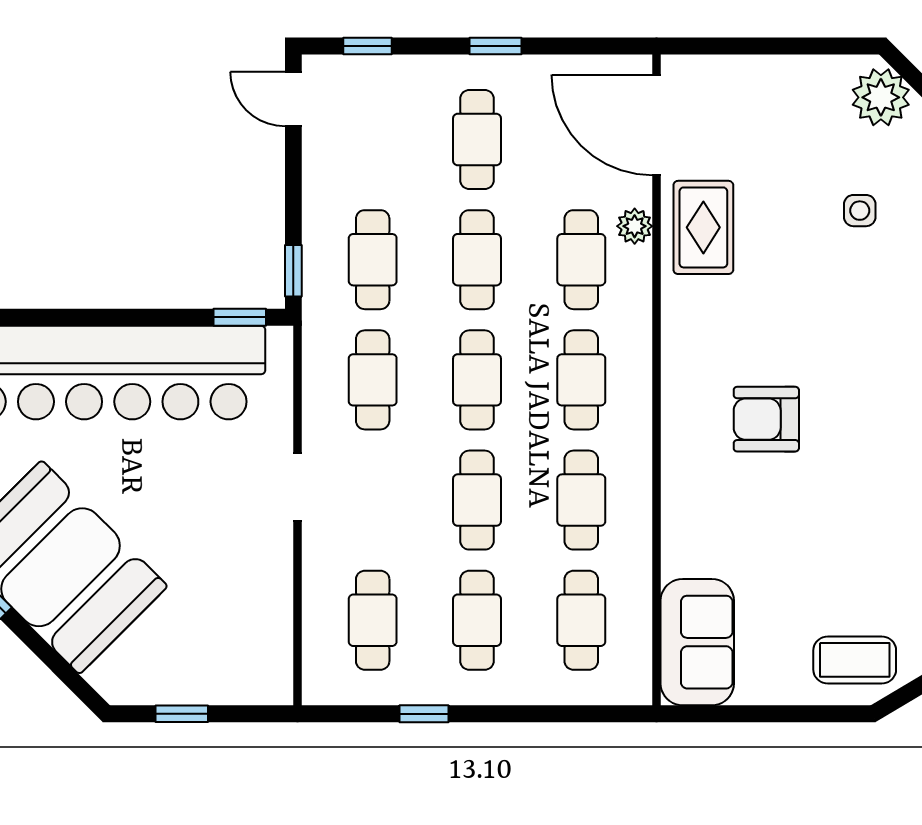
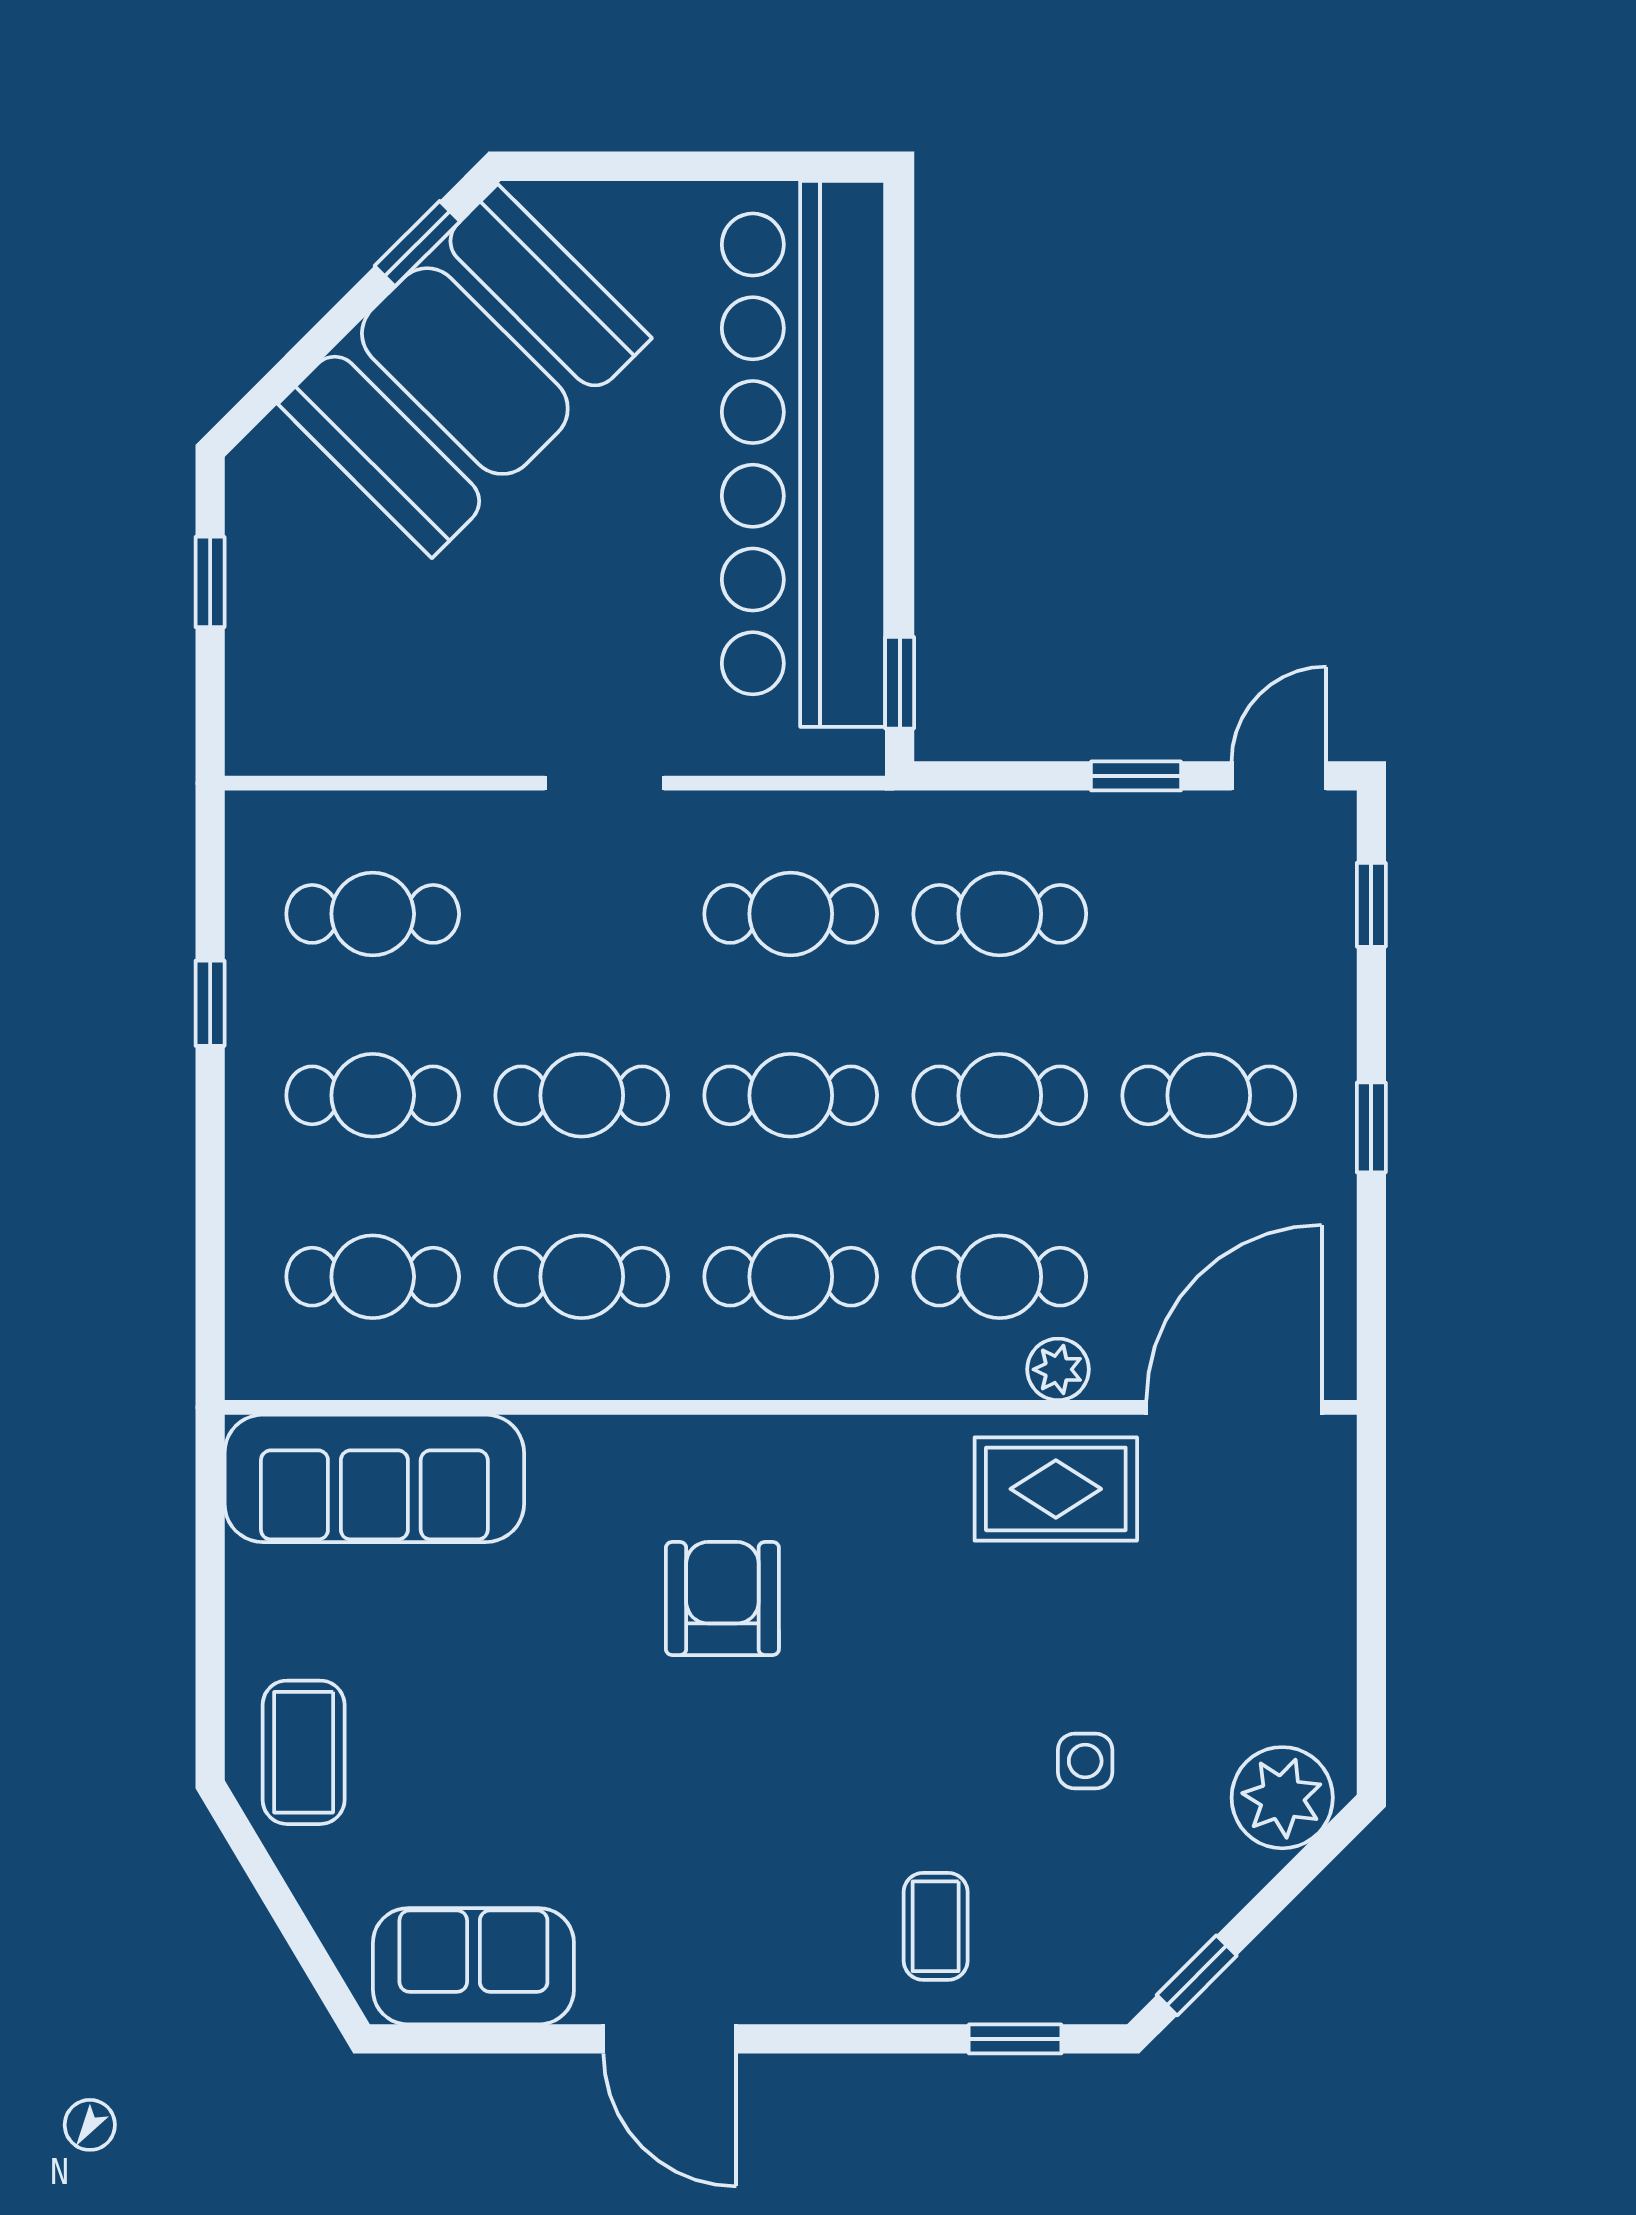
window: (293, 271) -> (1136, 776), moved
sofa: (697, 642) -> (374, 1478), width x1.36

